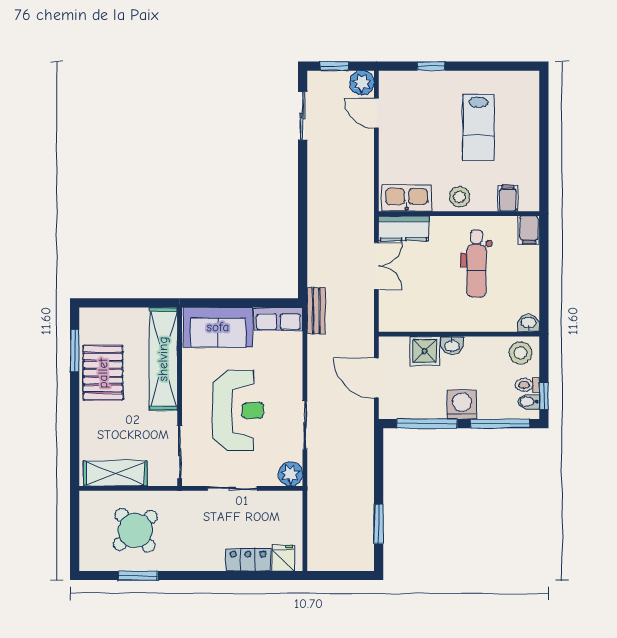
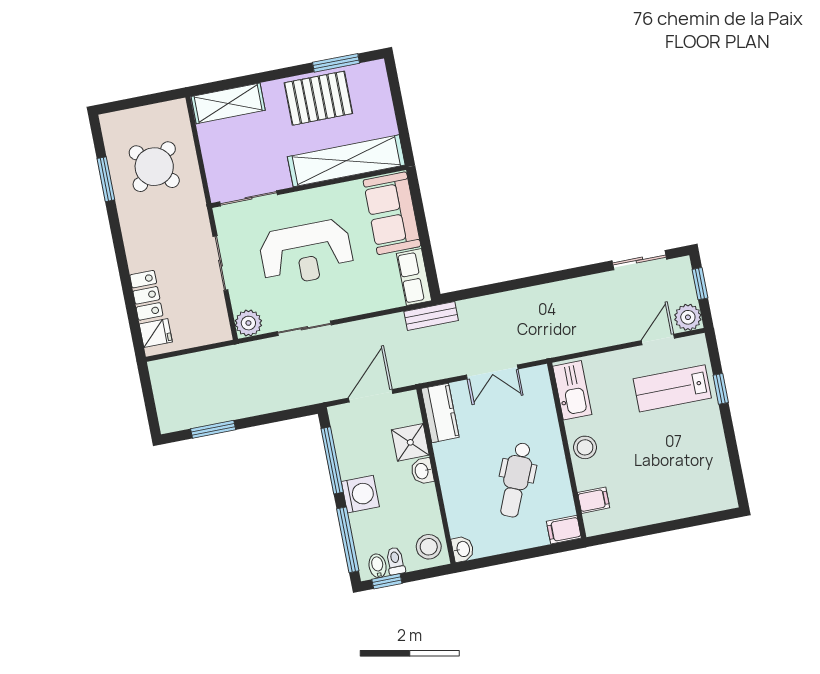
lab bench: (479, 127) -> (672, 388), moved
kitchen counter: (404, 228) -> (440, 413), moved, turned 180
dental chair: (476, 264) -> (516, 480), turned -67
shelving: (115, 473) -> (228, 103), moved, turned 90

